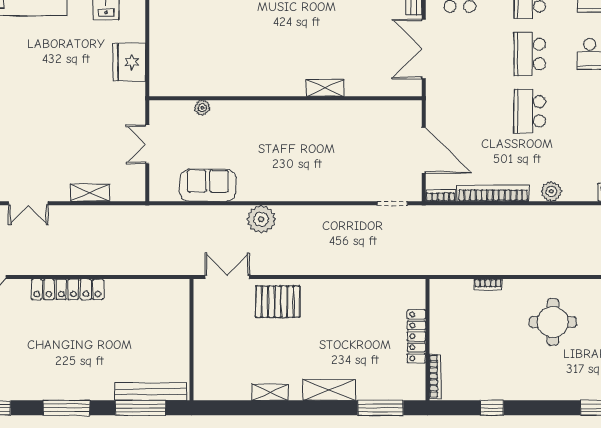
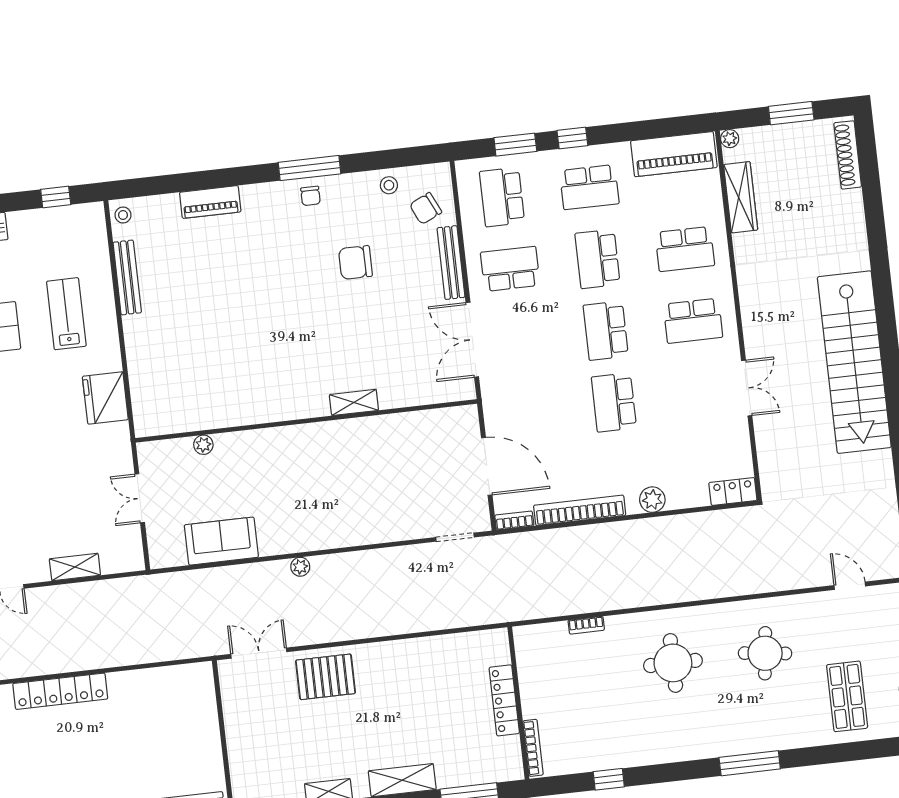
plant: (261, 219) -> (300, 567), width x0.53, depth x0.53

